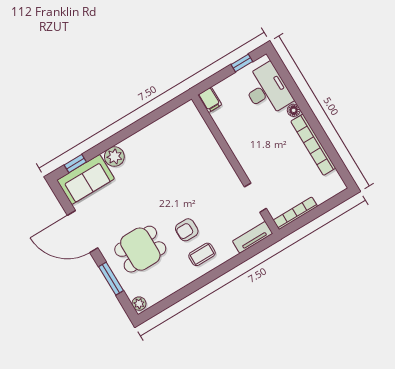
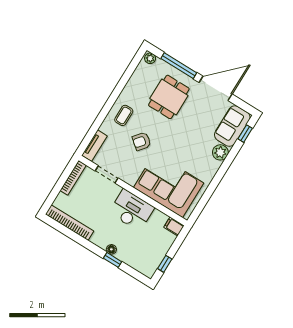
desk: (267, 90) -> (132, 210), moved, turned 180
window: (298, 98) -> (113, 260), added
bookcase: (313, 145) -> (70, 223), moved
corner sofa: (192, 150) -> (169, 185), added
armchair: (187, 230) -> (142, 141), moved, turned -141
window: (111, 279) -> (179, 66), width x1.44

